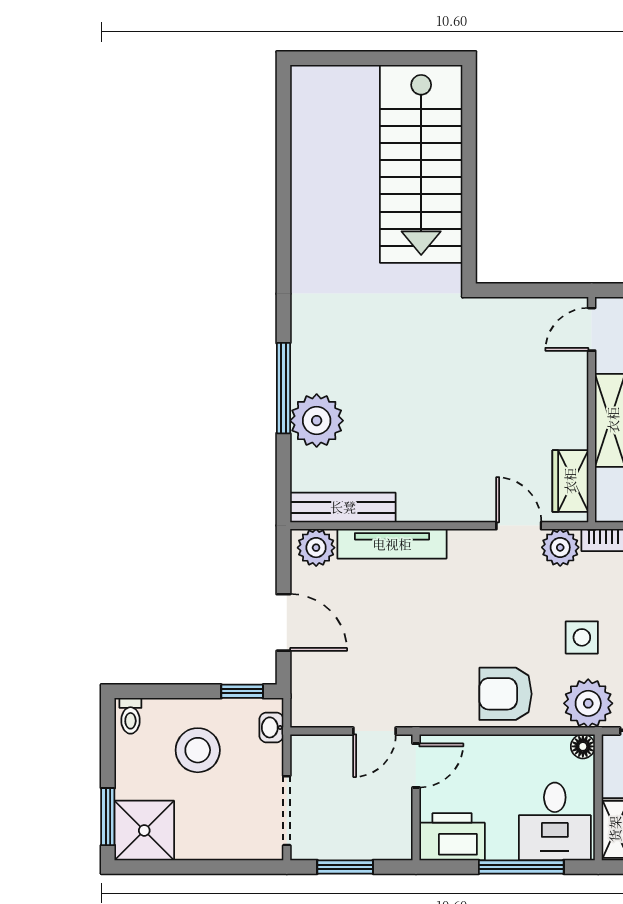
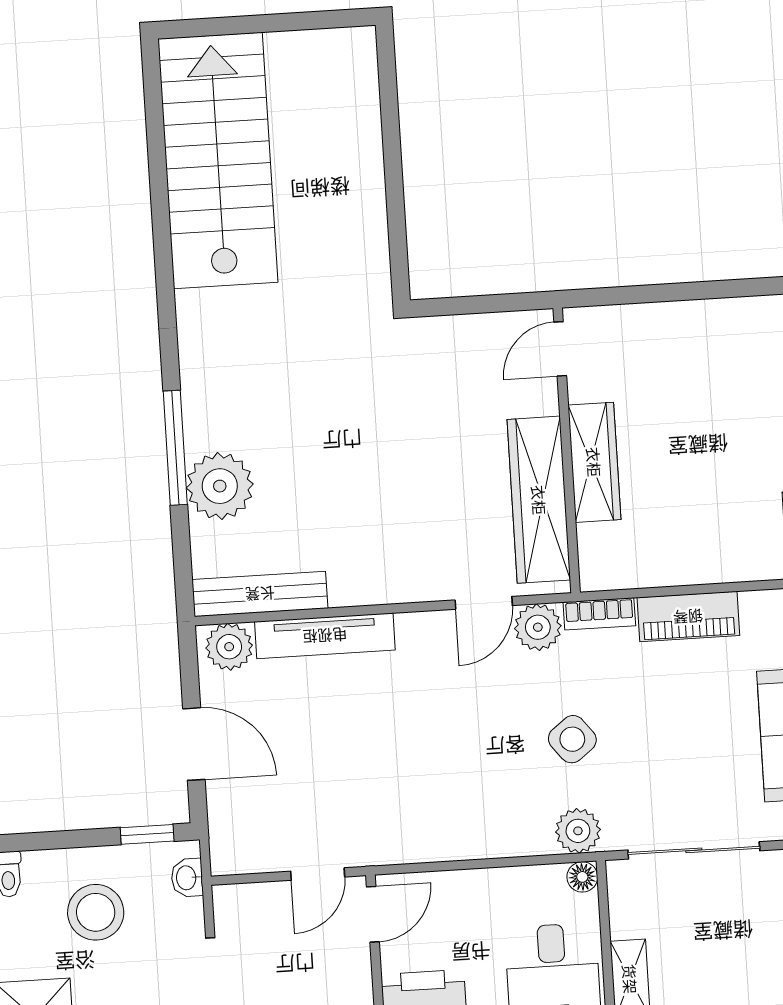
stairs: (421, 164) -> (218, 161), moved, turned 180
wardrobe: (570, 481) -> (539, 500), width x2.10, depth x1.17
door: (519, 526) -> (484, 603), swing flipped
side table: (582, 637) -> (572, 739), turned -38
armchair: (506, 694) -> (480, 817), removed
plant: (588, 703) -> (578, 831), width x0.73, depth x0.73

